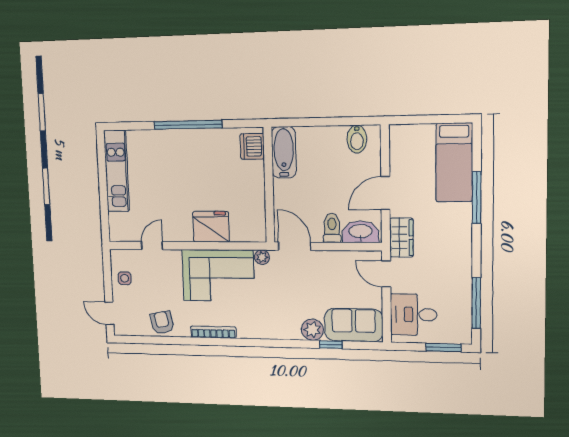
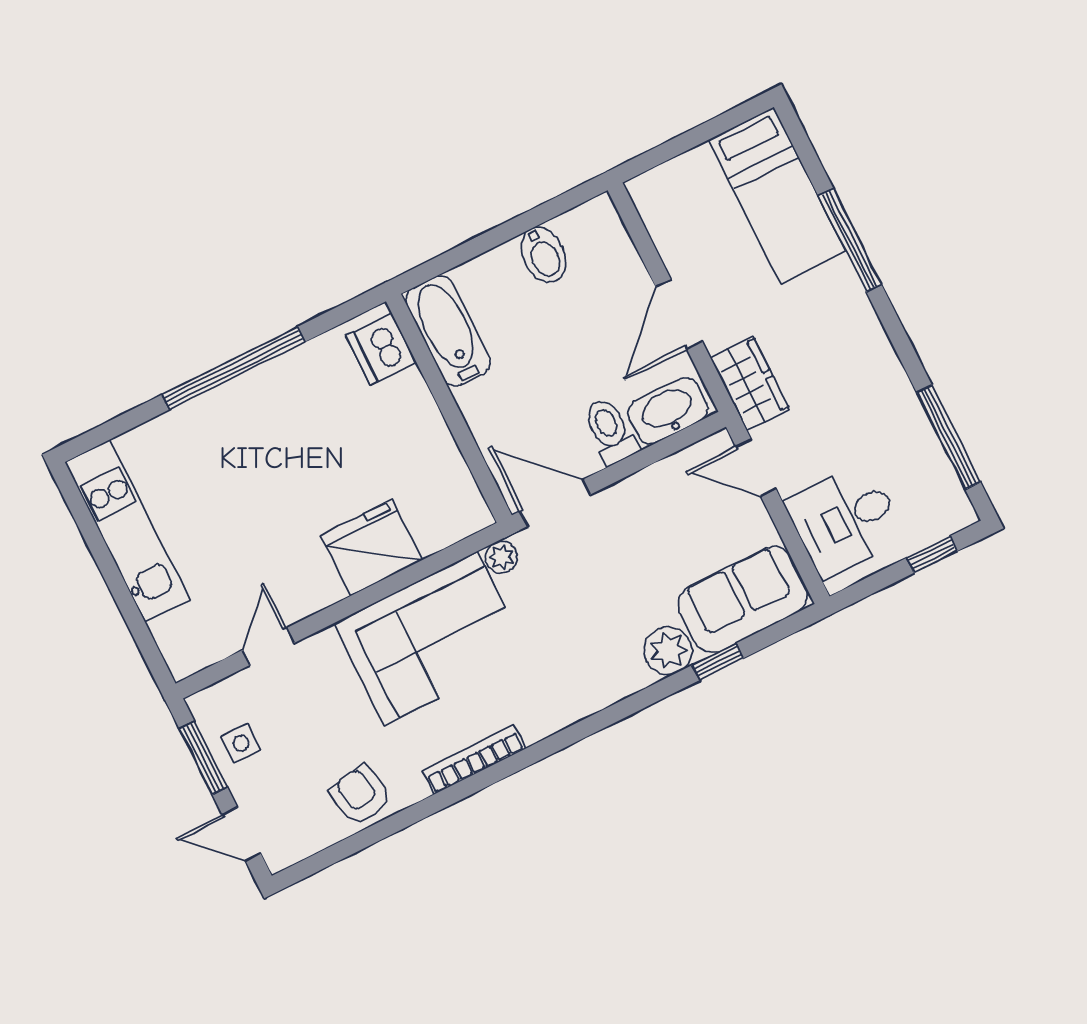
bidet: (357, 139) -> (544, 255), moved
window: (108, 276) -> (203, 758), added
window: (443, 348) -> (932, 554), width x0.67

